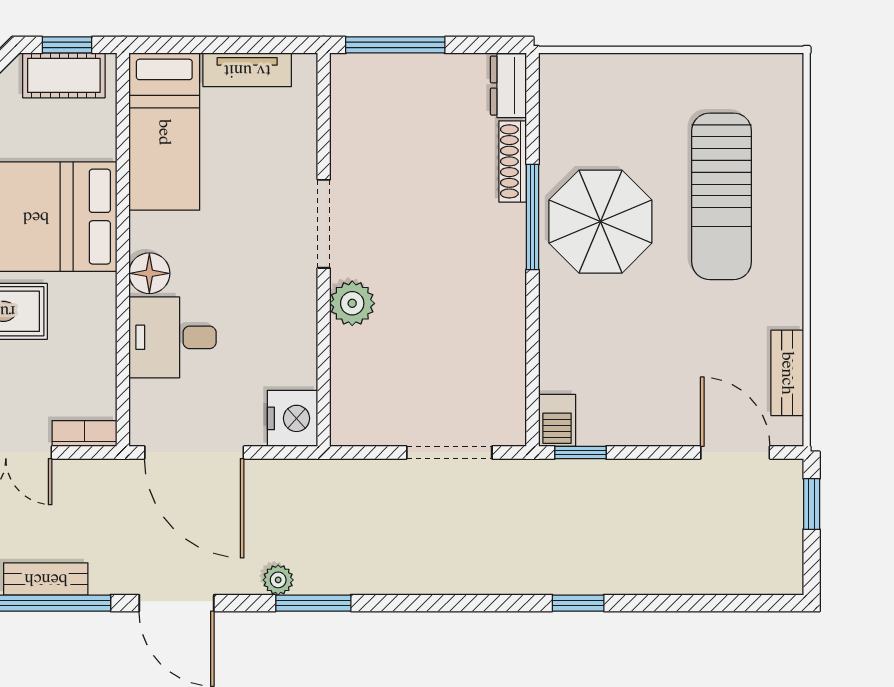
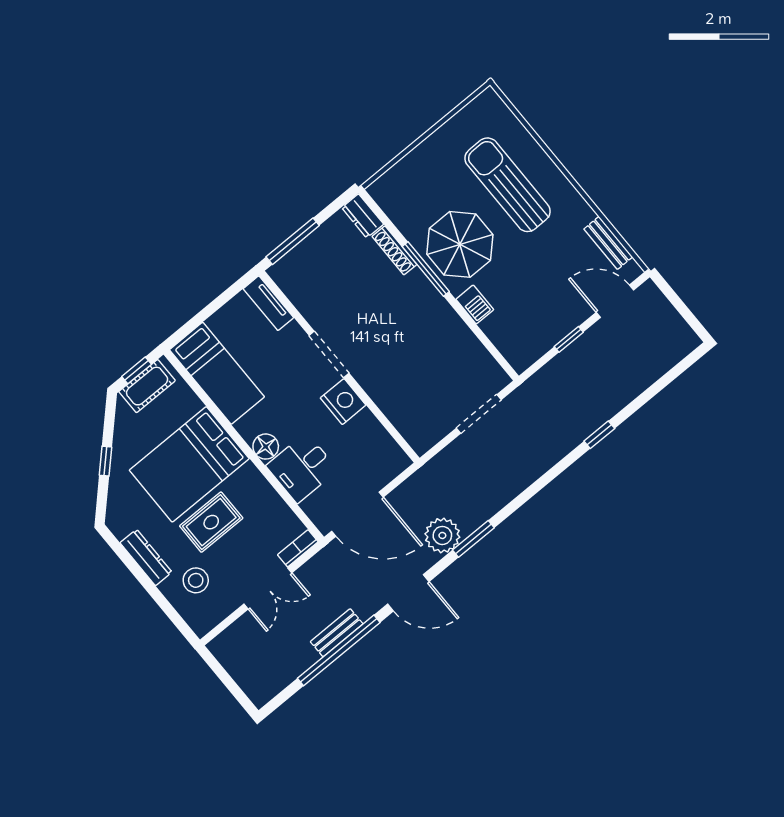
tv unit: (247, 70) -> (268, 303), moved, turned 90
sun lounger: (722, 196) -> (508, 185), turned 180
plant: (352, 303) -> (374, 381), removed
nightstand: (293, 418) -> (343, 402), moved
barbecue: (557, 420) -> (475, 304), moved
window: (580, 452) -> (569, 339), moved
window: (812, 504) -> (671, 296), removed
plant: (278, 580) -> (442, 535), width x1.87, depth x1.87

